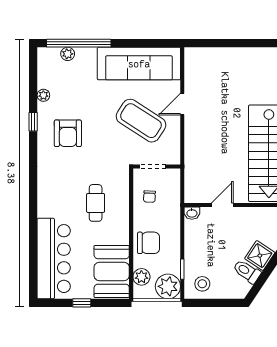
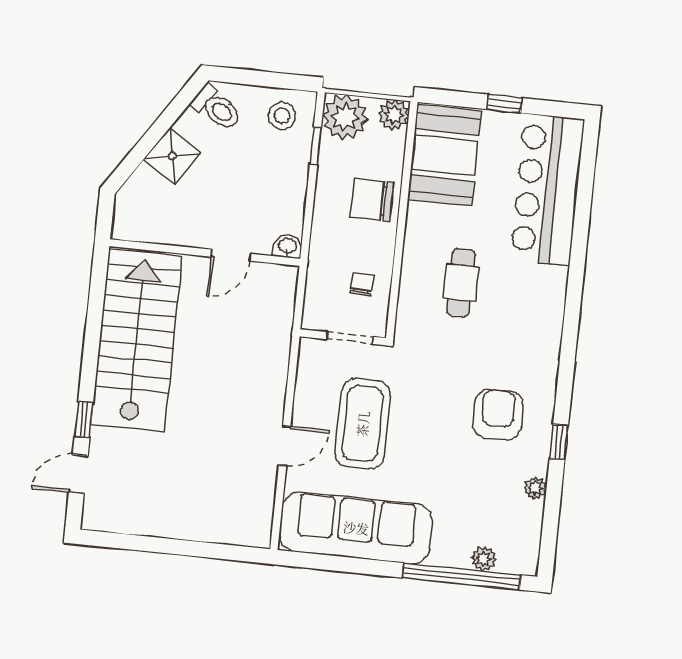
coffee table: (141, 121) -> (363, 424), turned 57
toilet: (247, 271) -> (217, 108), moved
plant: (141, 277) -> (394, 115), moved

